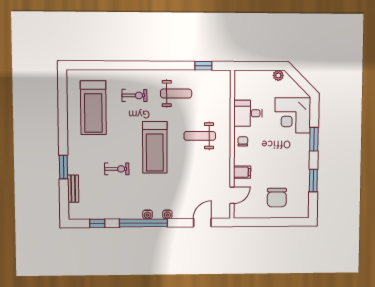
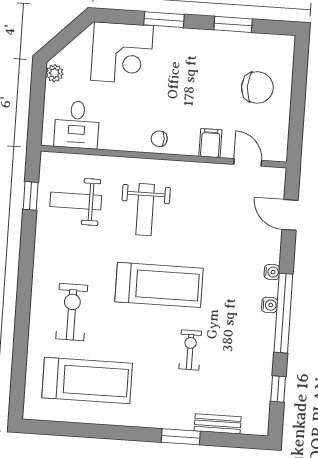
weight bench: (176, 94) -> (76, 201), moved, turned -90
exercise bike: (134, 95) -> (72, 312), width x1.38, depth x1.39
desk: (248, 113) -> (77, 125), moved

